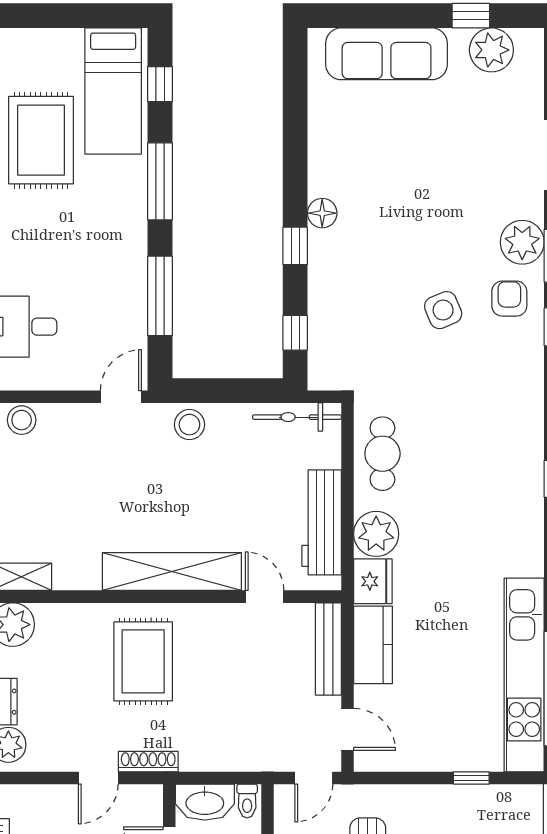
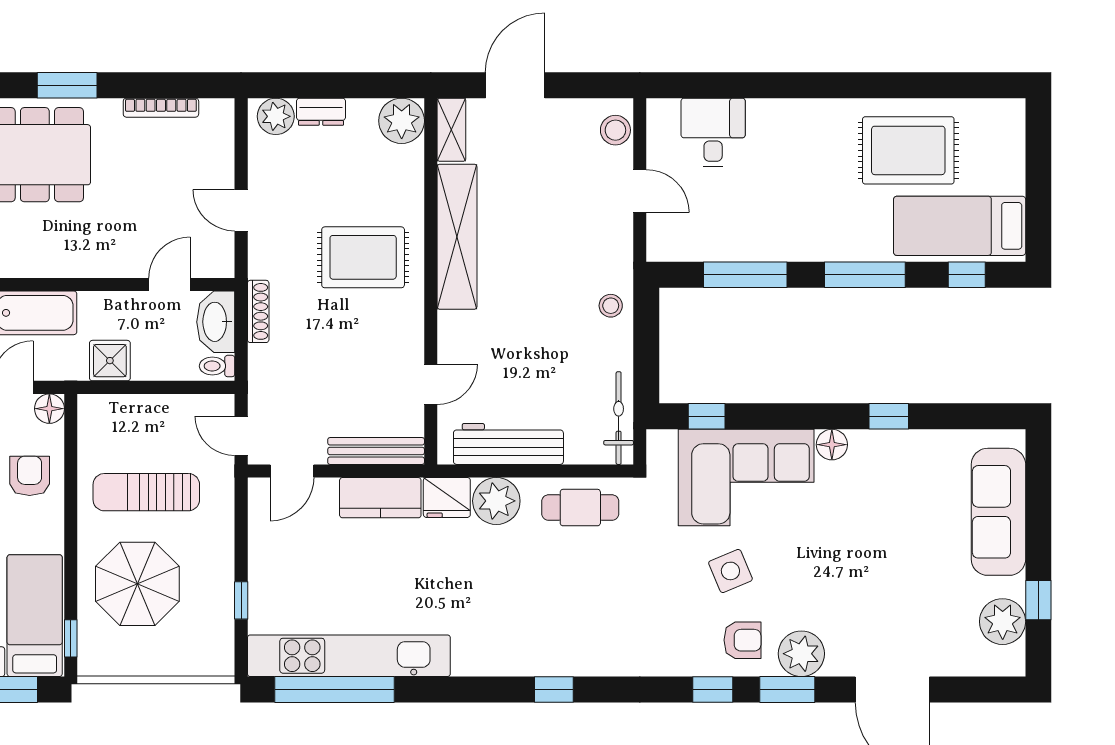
window: (295, 246) -> (889, 416), moved
corner sofa: (354, 295) -> (746, 478), added
door: (121, 397) -> (640, 191), moved
stool: (189, 425) -> (611, 306), width x0.73, depth x0.73
shelving: (172, 572) -> (457, 237), moved
shoe rack: (148, 762) -> (258, 311), moved

